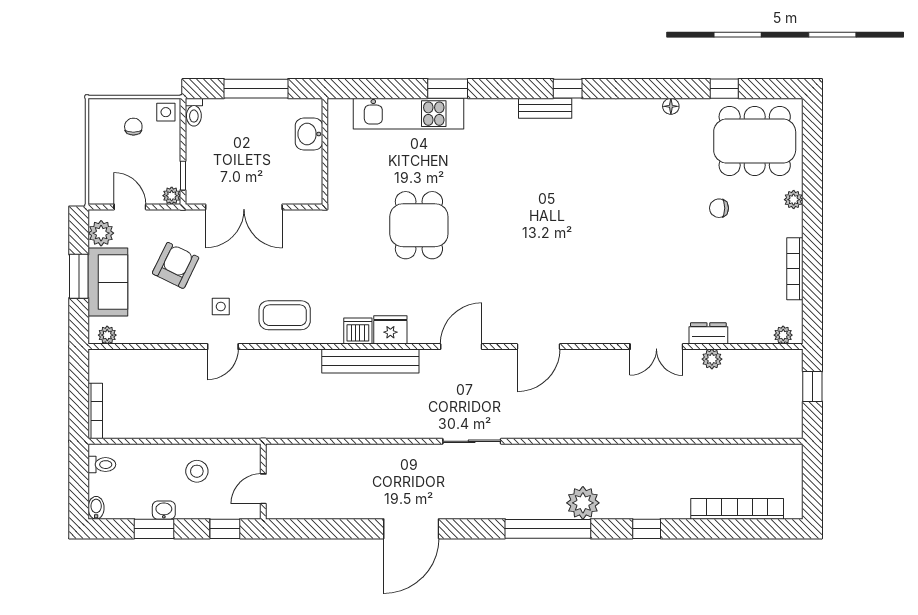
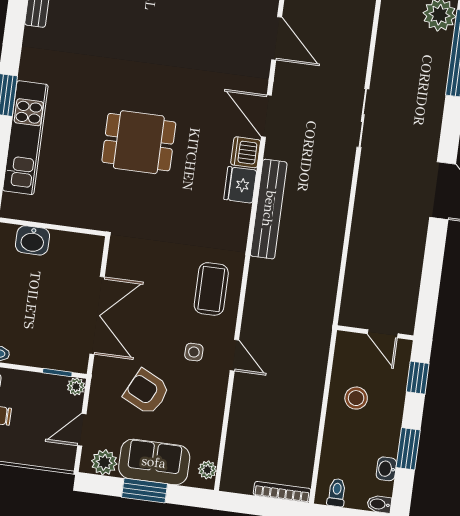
dishwasher: (358, 331) -> (246, 152), moved
washbasin: (164, 510) -> (386, 469), moved

